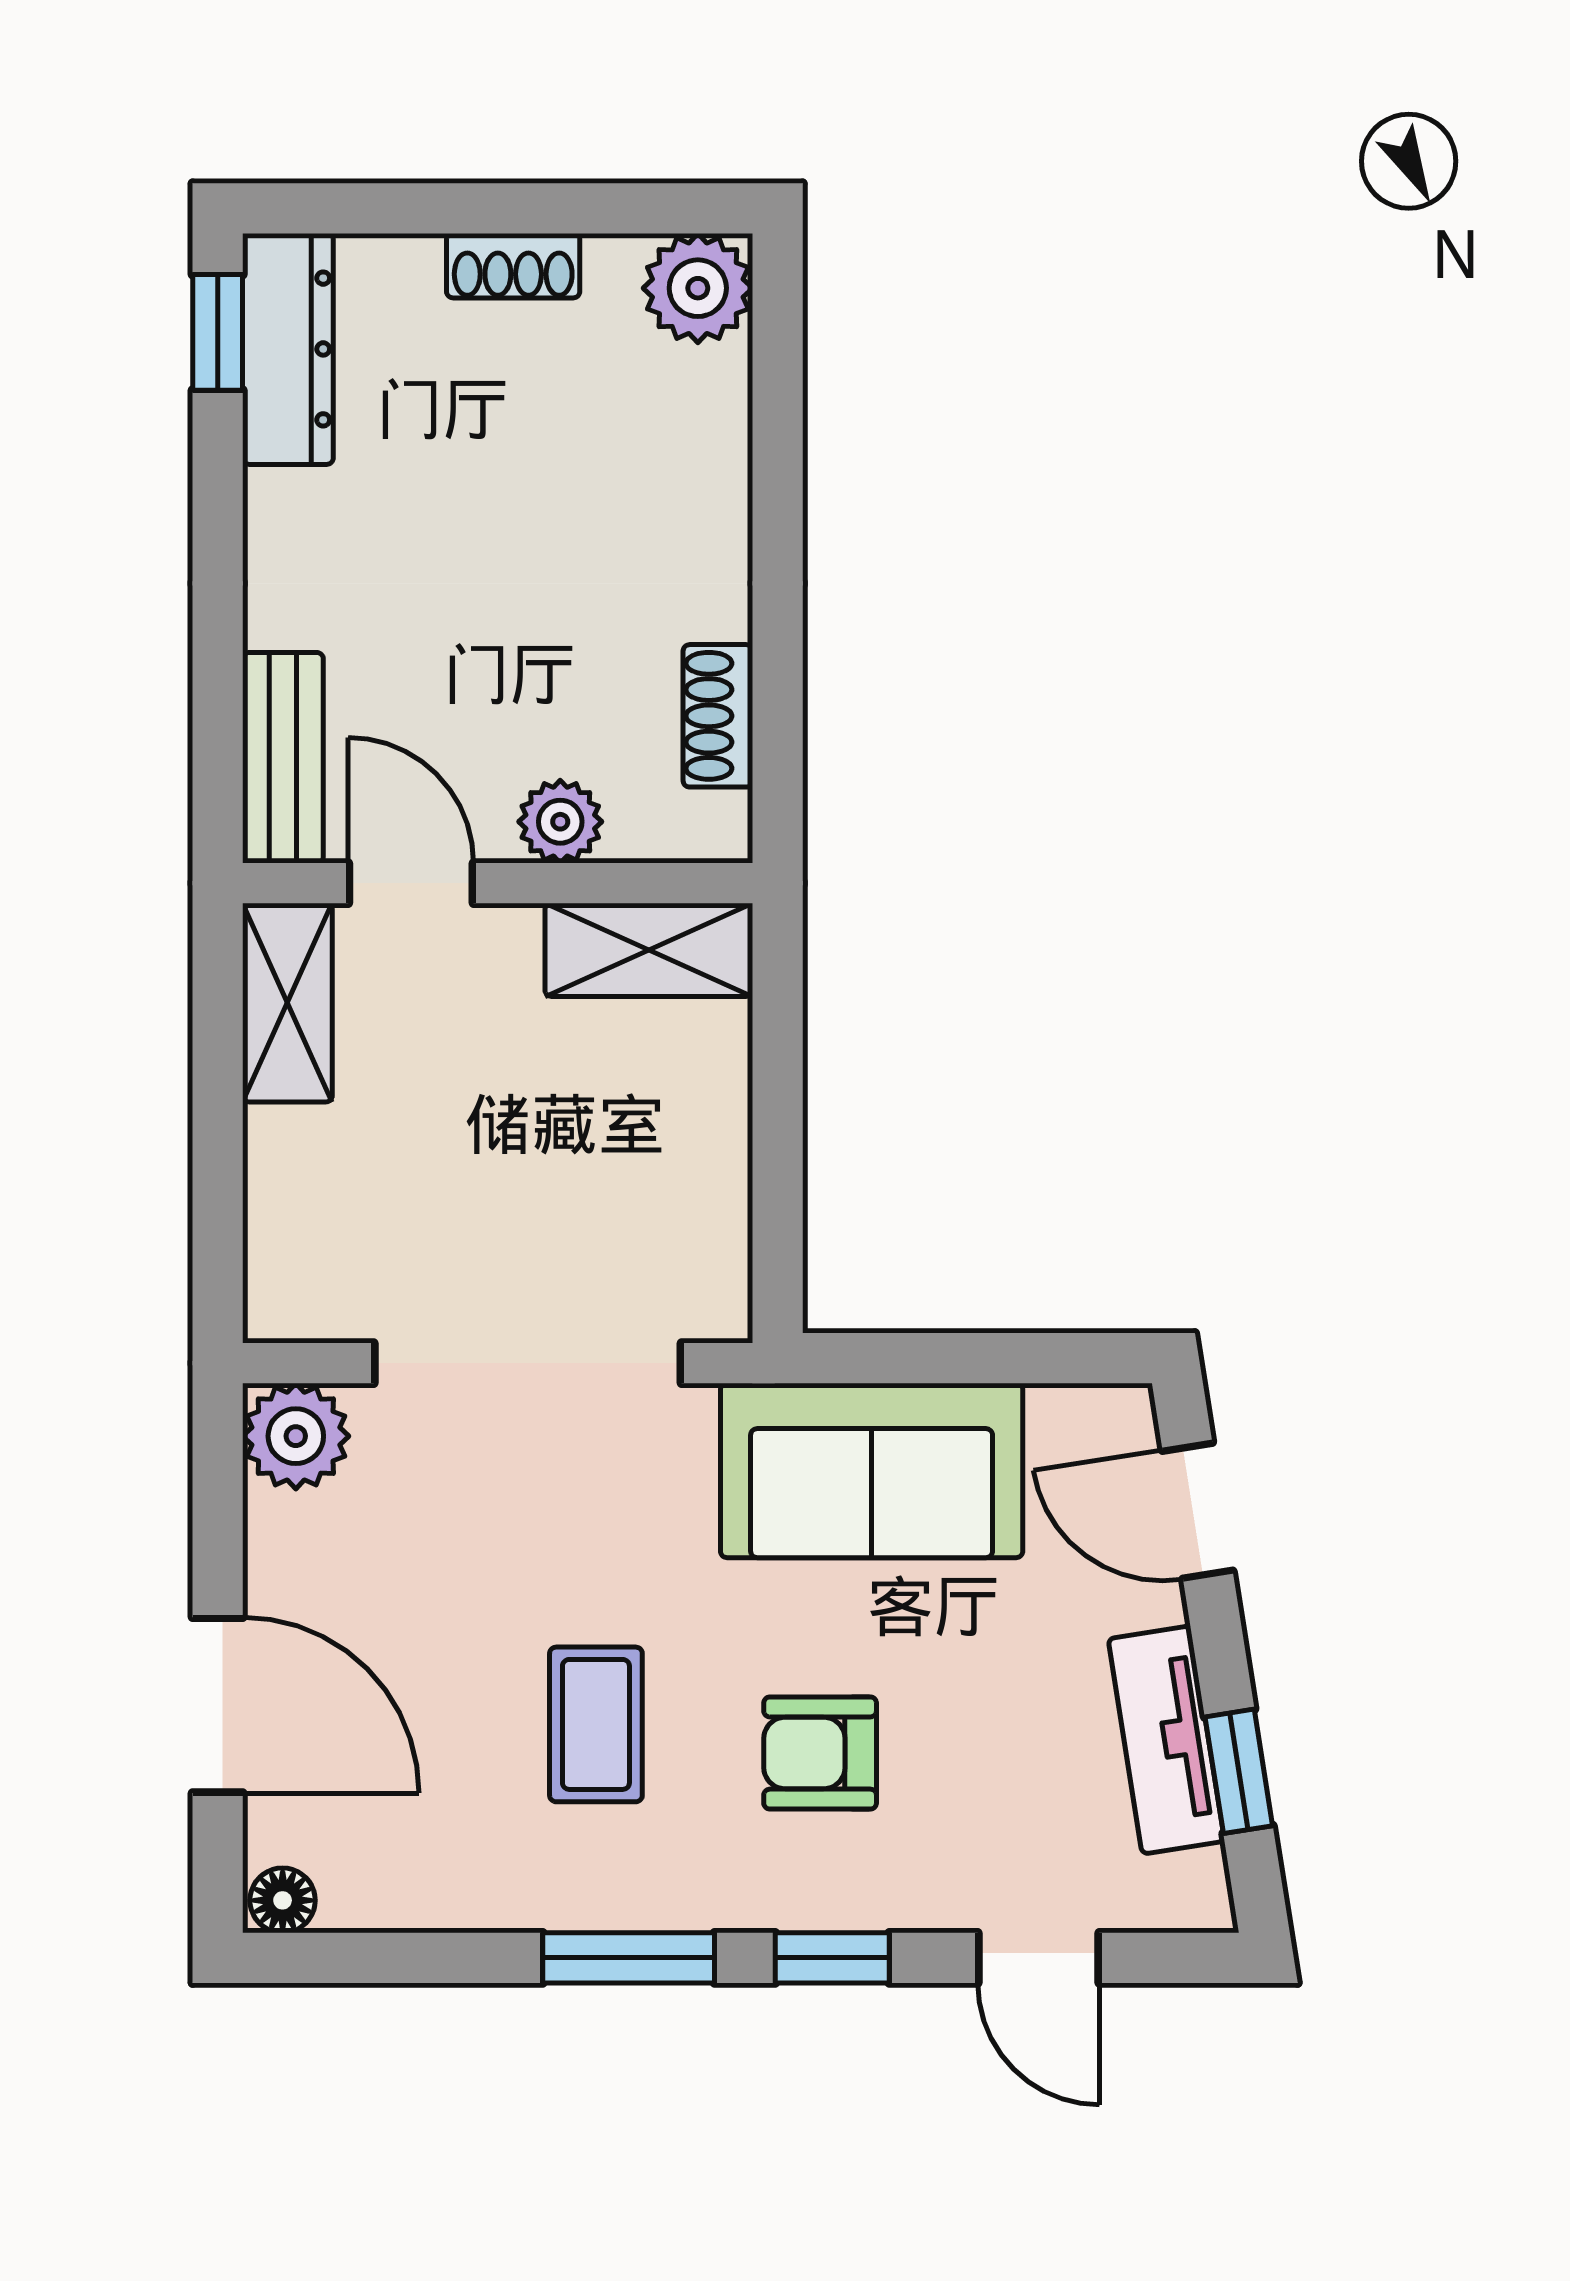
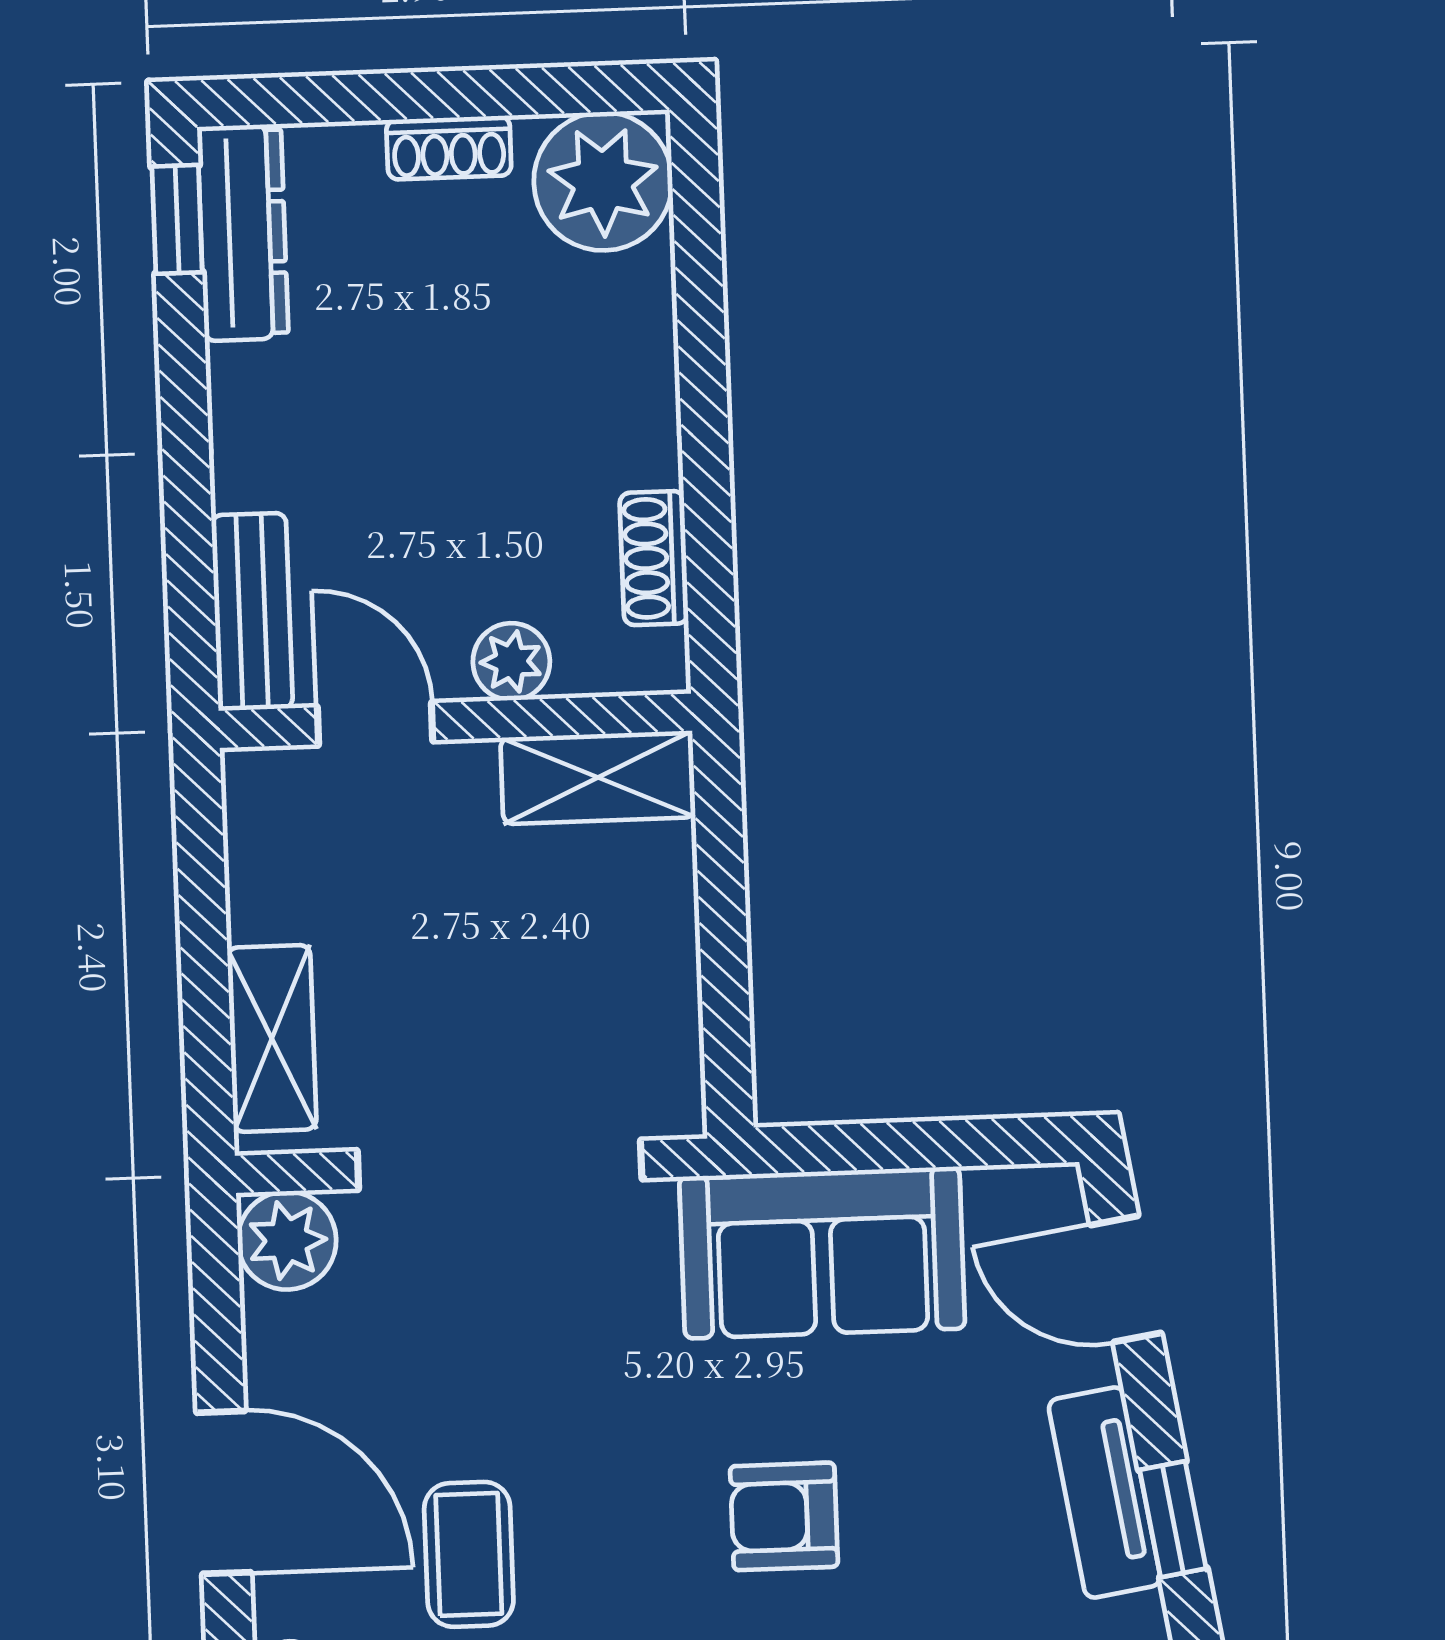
plant: (698, 288) -> (603, 181), width x1.36, depth x1.36
shelving: (287, 1003) -> (272, 1038), moved
coffee table: (596, 1724) -> (469, 1554), moved

